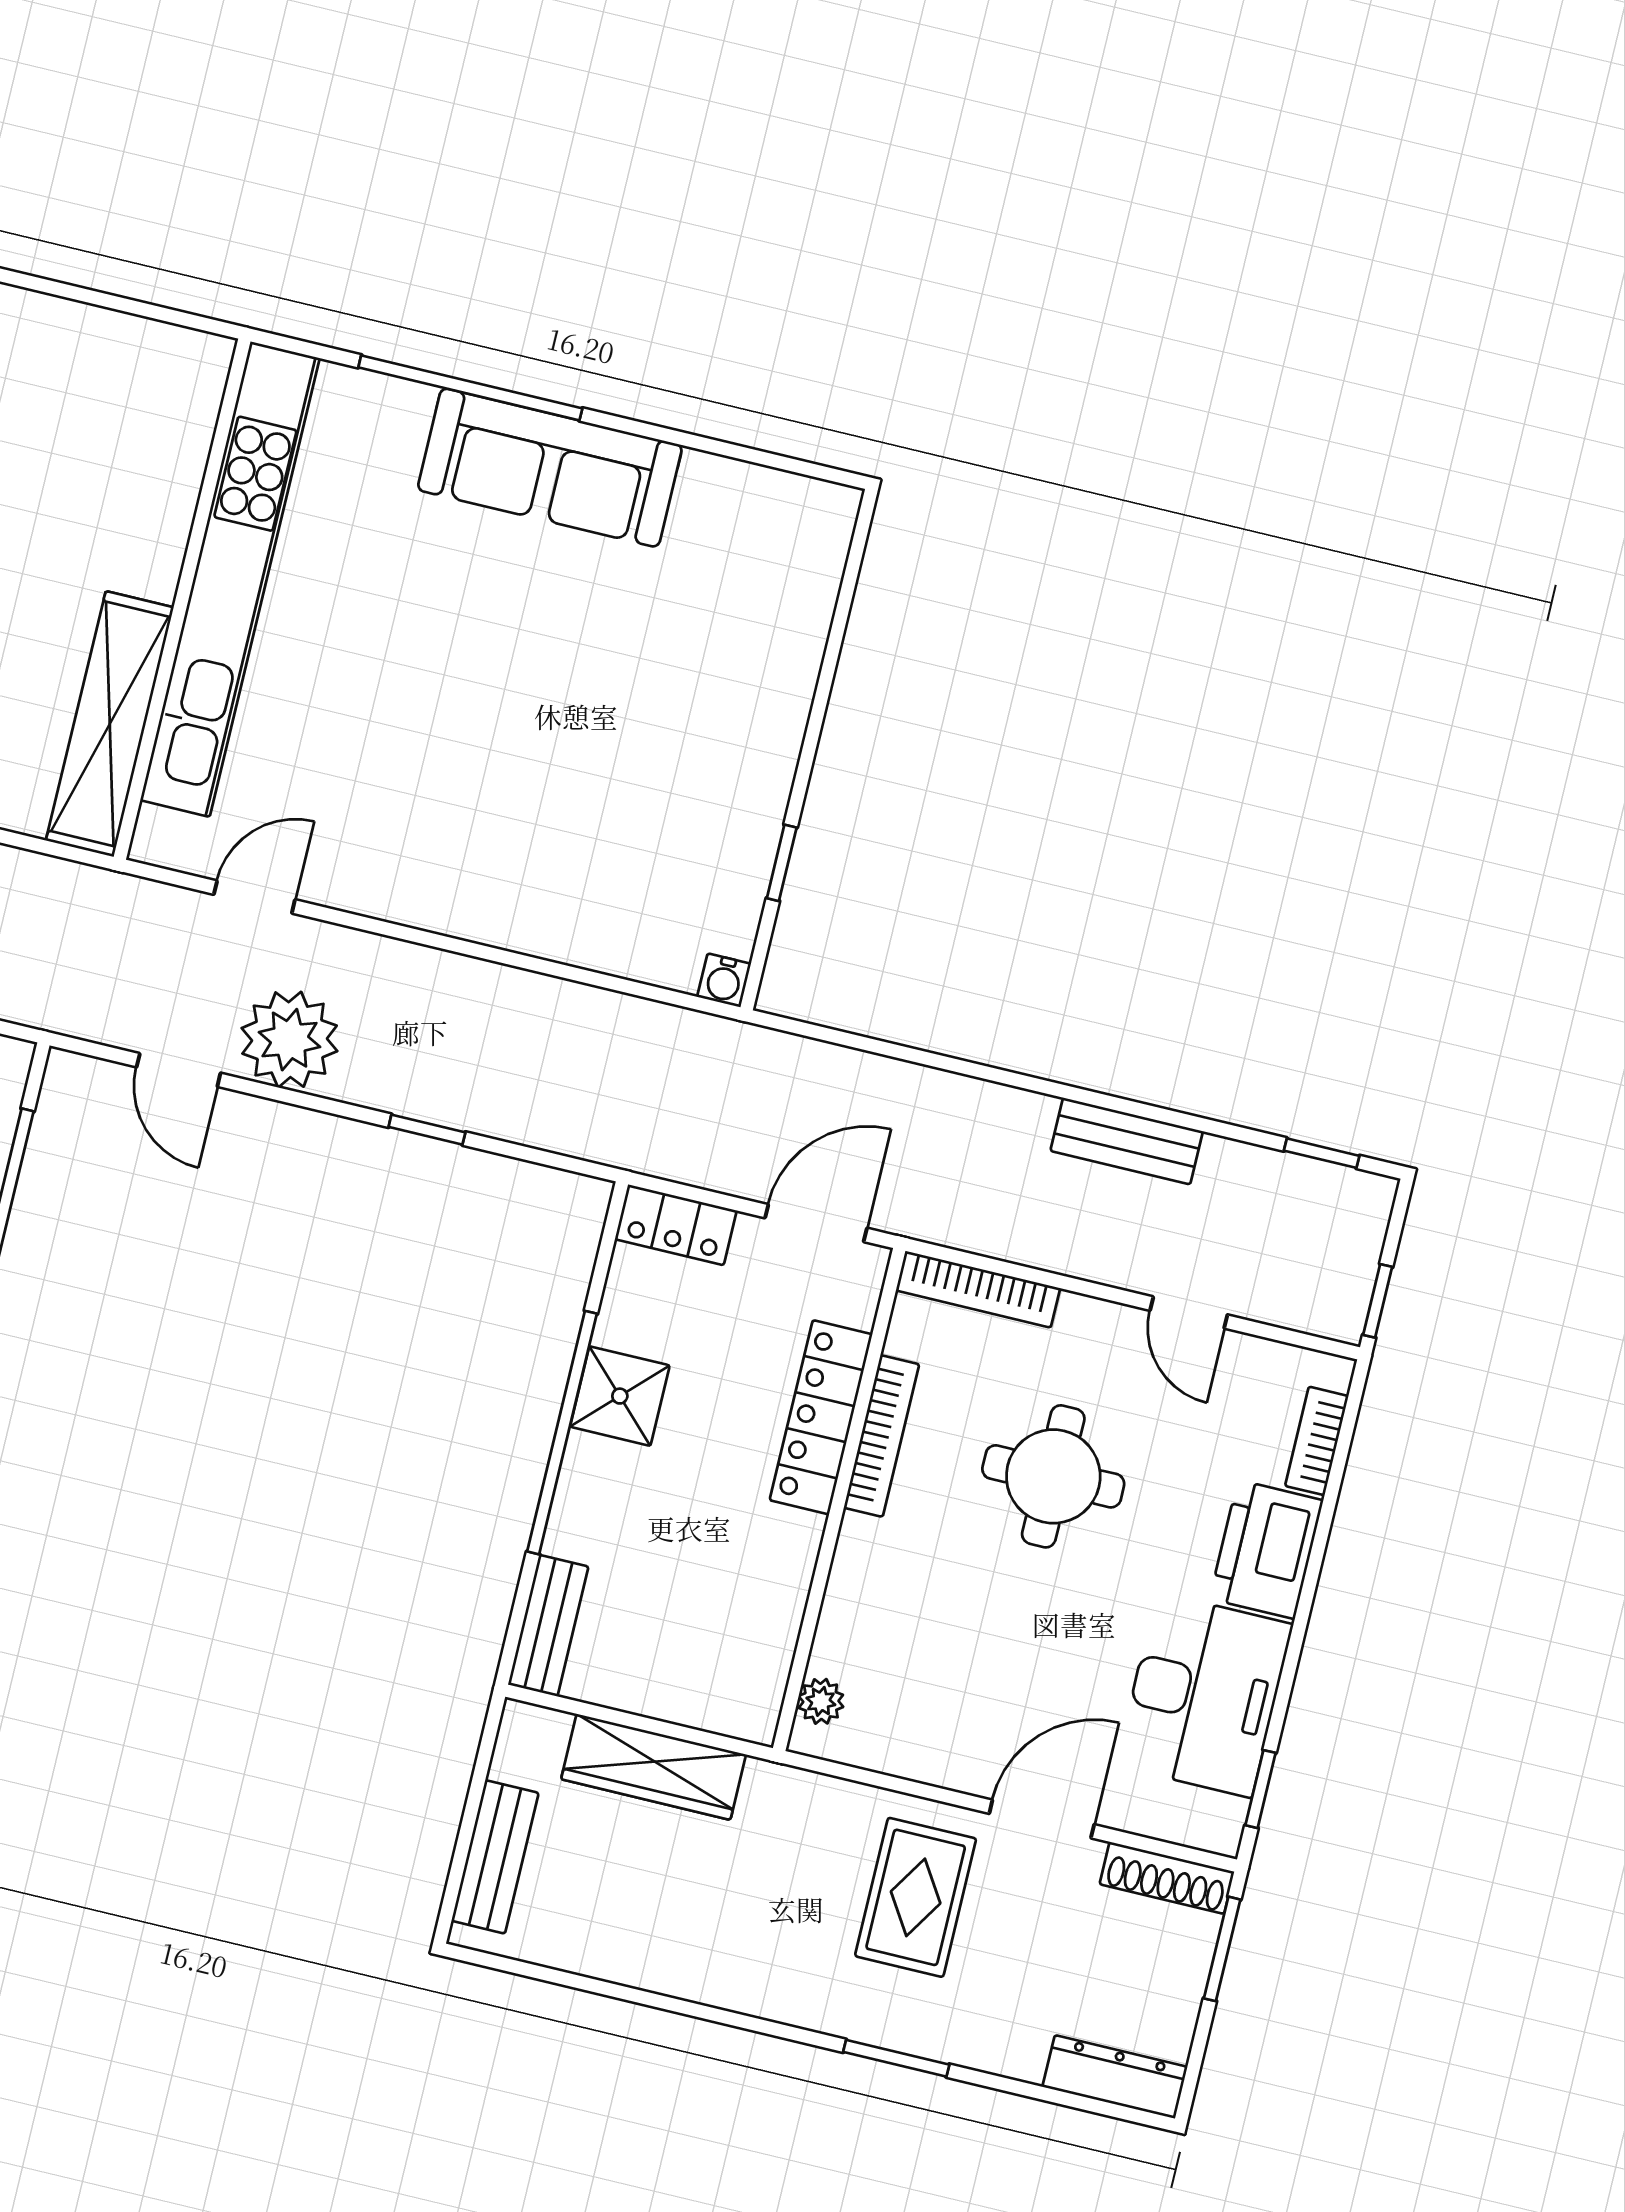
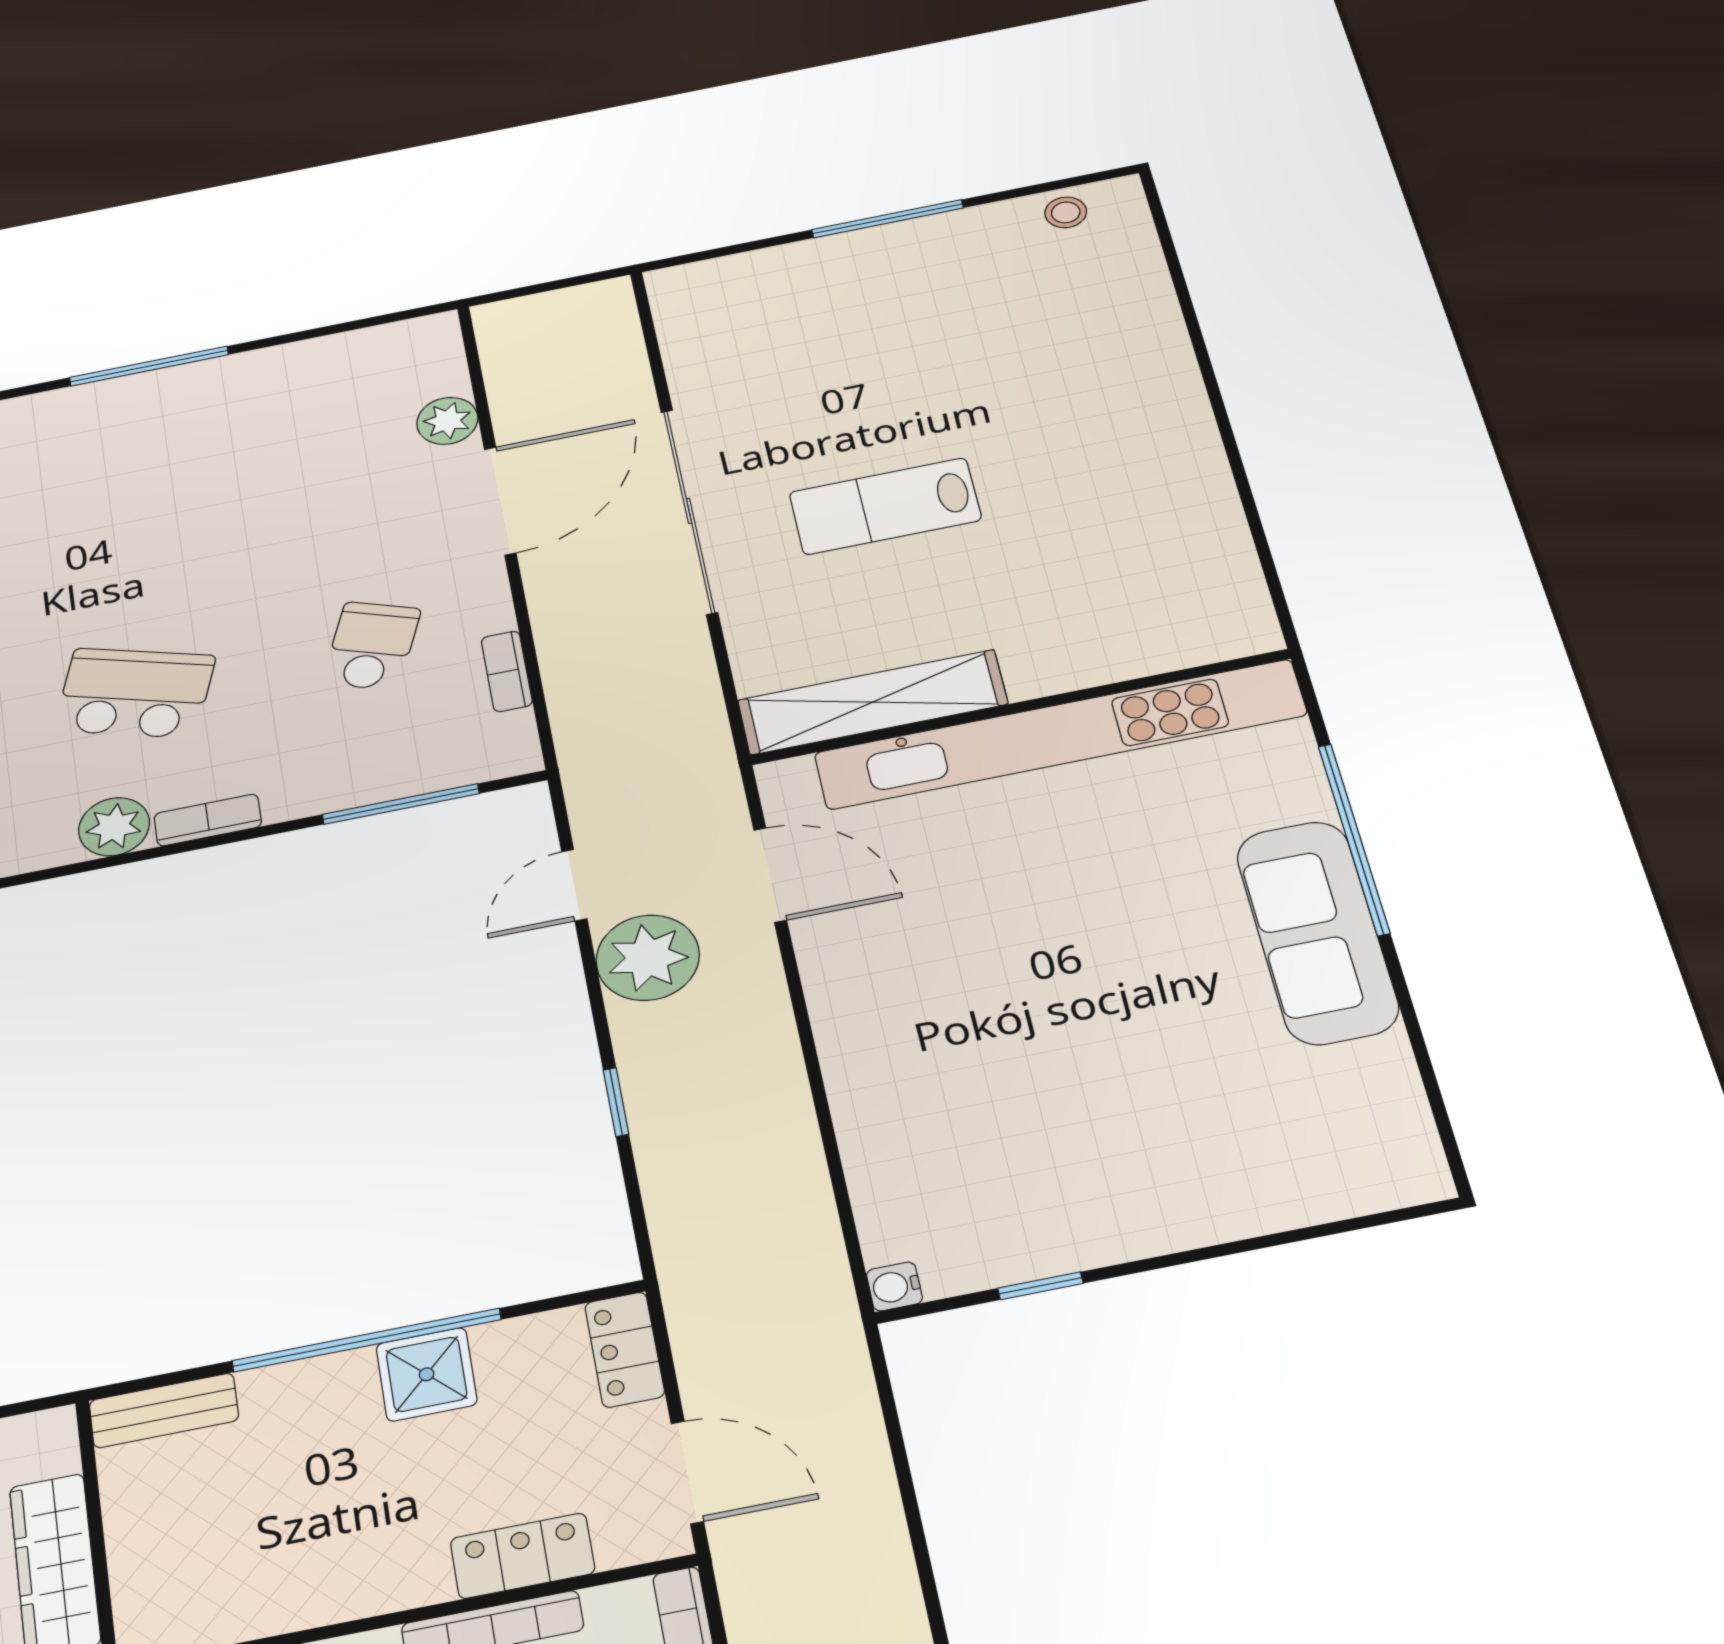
door: (254, 897) -> (770, 875), width x1.38
locker: (821, 1417) -> (523, 1556), width x0.66

